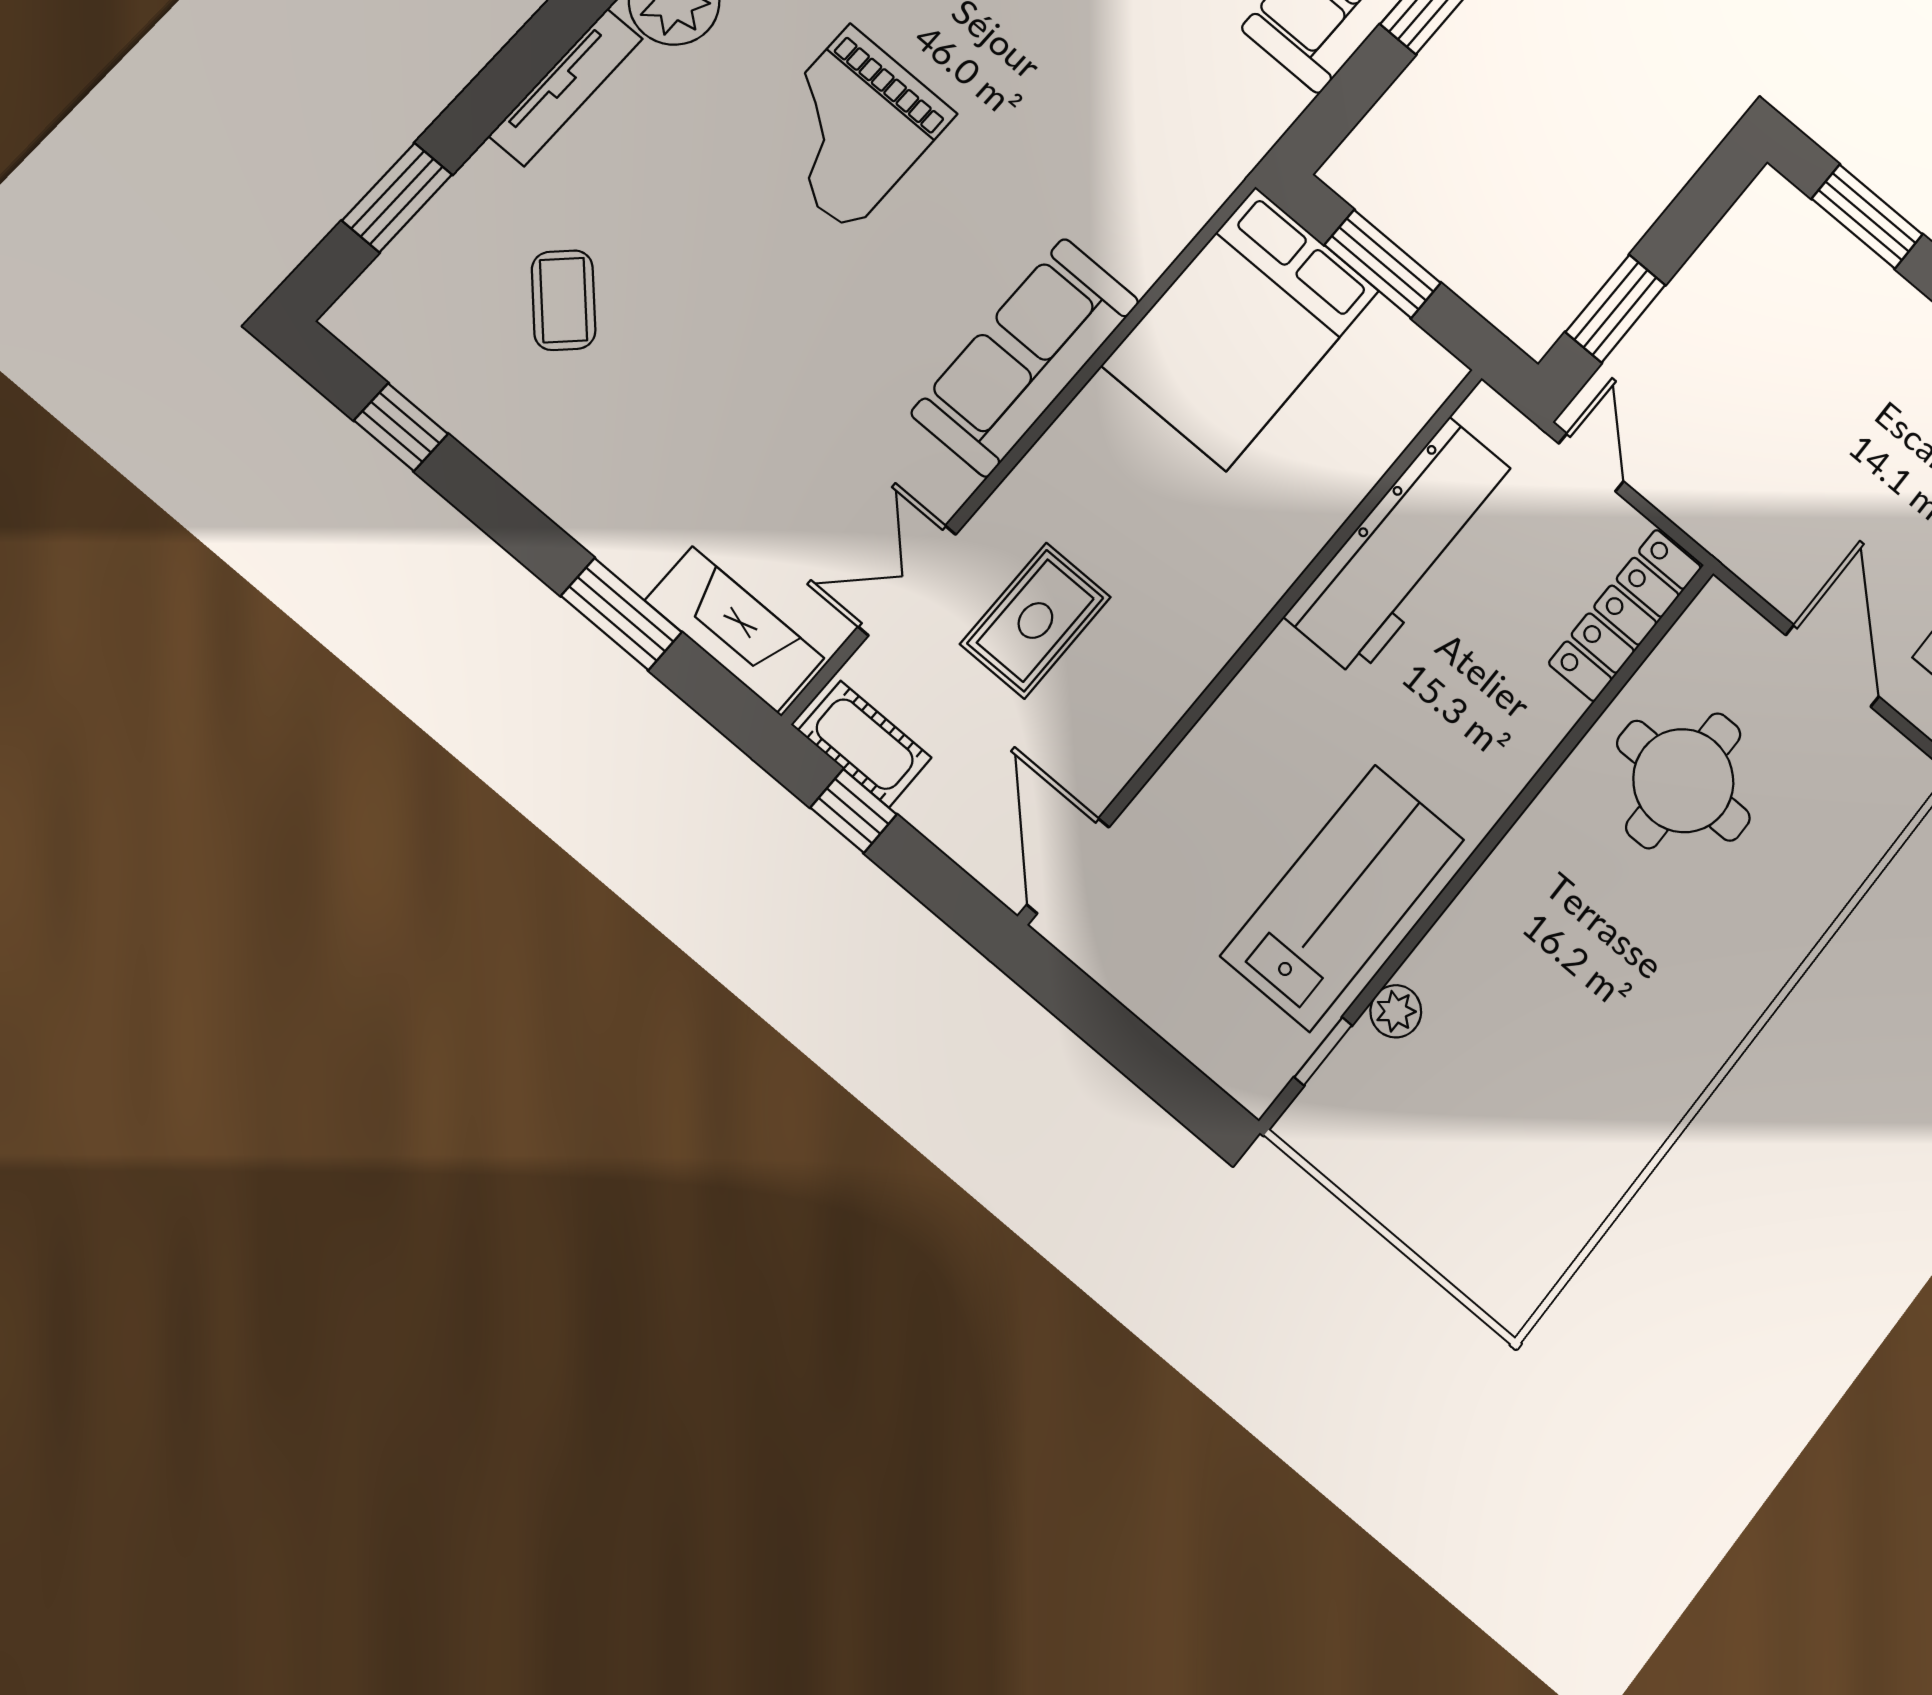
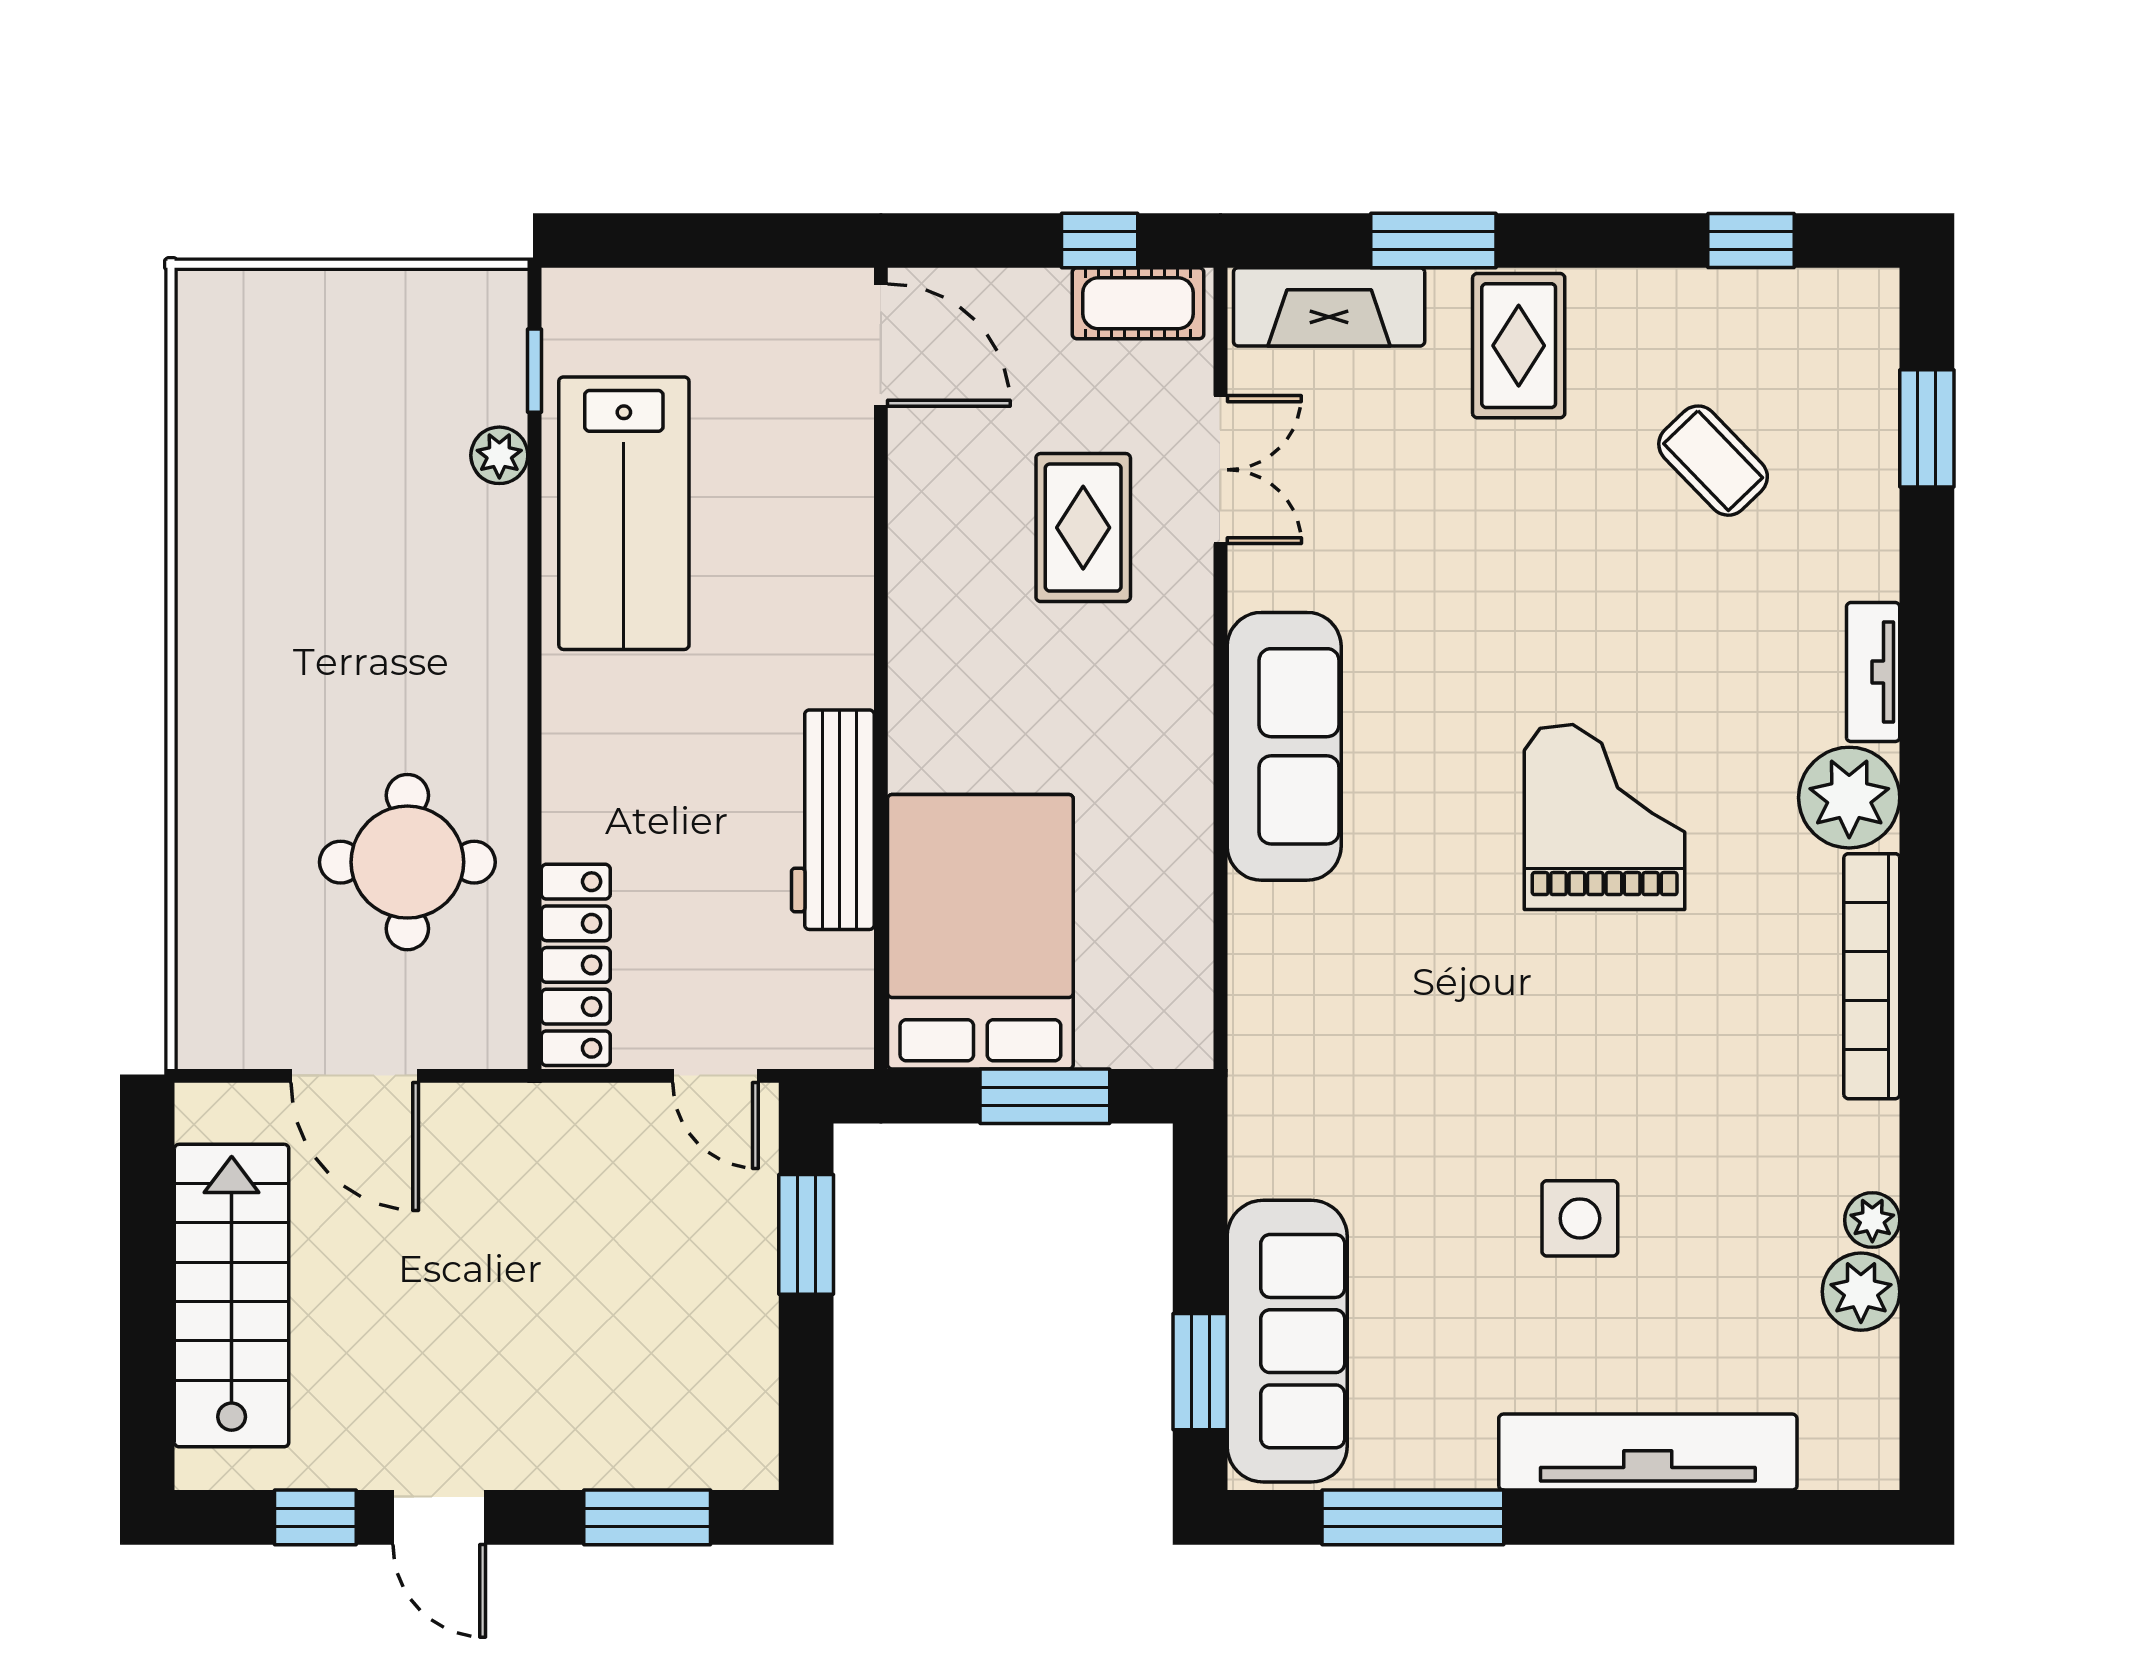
tv unit: (566, 87) -> (1873, 672), width x0.71
bed: (1241, 328) -> (980, 932), moved
rug: (627, 491) -> (1519, 346), added
workbench: (1404, 547) -> (833, 820), width x0.73, depth x0.76

